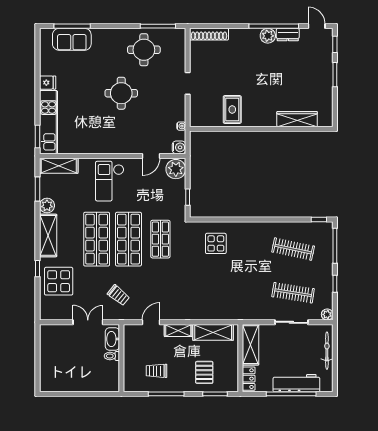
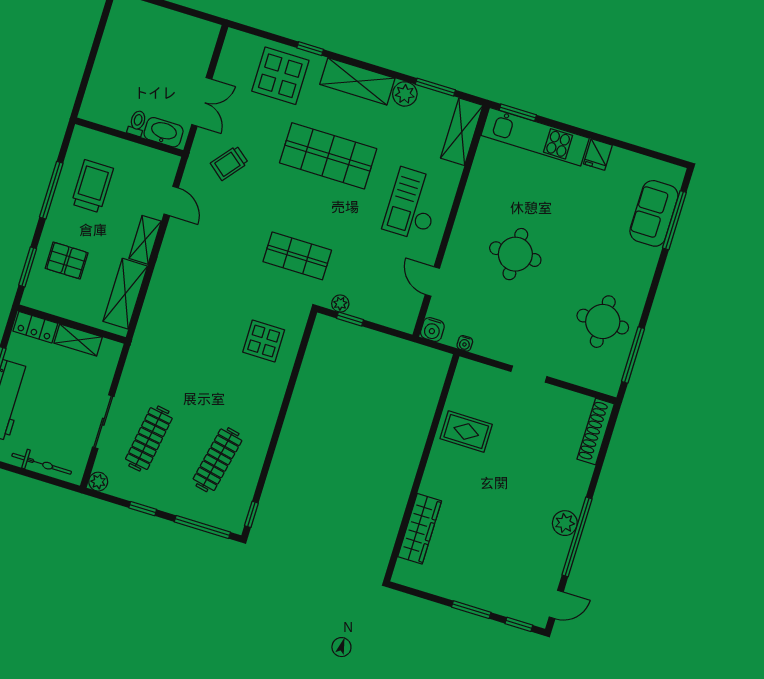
dresser: (288, 35) -> (557, 555), removed
round table: (121, 93) -> (515, 254), moved
plant: (176, 169) -> (340, 304), moved, width x0.53, depth x0.53
checkout: (110, 181) -> (413, 204), turned -90
shop shelf: (128, 239) -> (313, 206), removed
shelving: (250, 345) -> (78, 340), width x0.67, depth x0.75
trolley: (156, 371) -> (92, 186), width x1.36, depth x1.39

